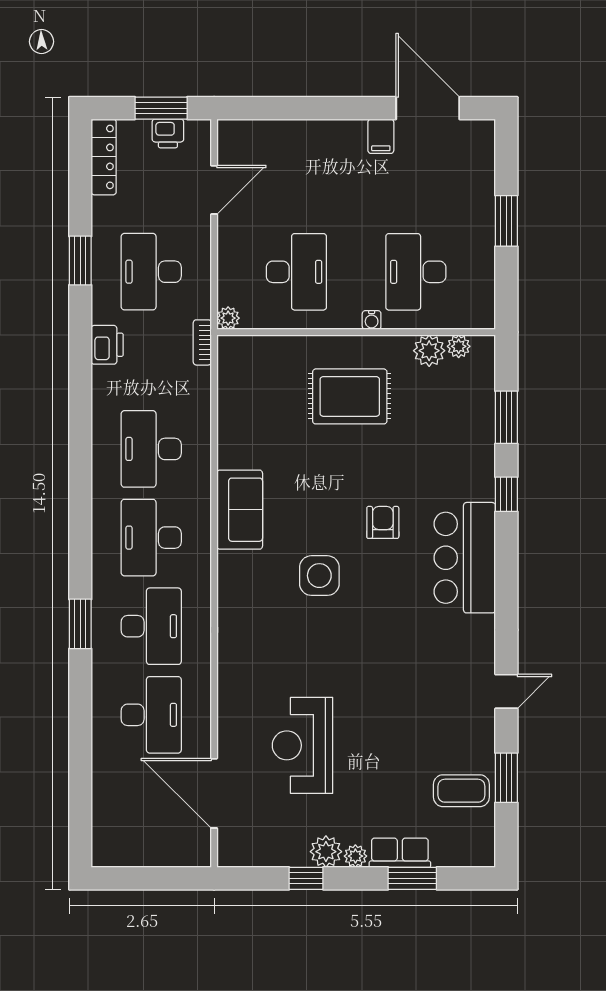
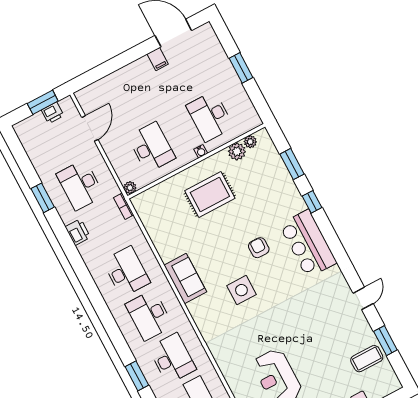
locker: (104, 157) -> (27, 141), removed
desk: (151, 449) -> (126, 272), turned 180

